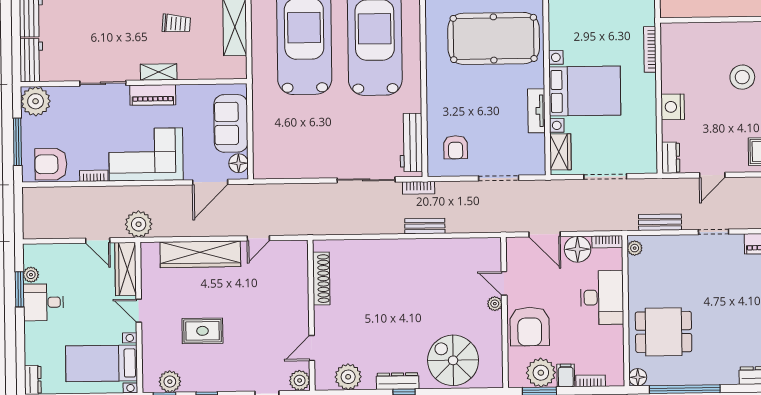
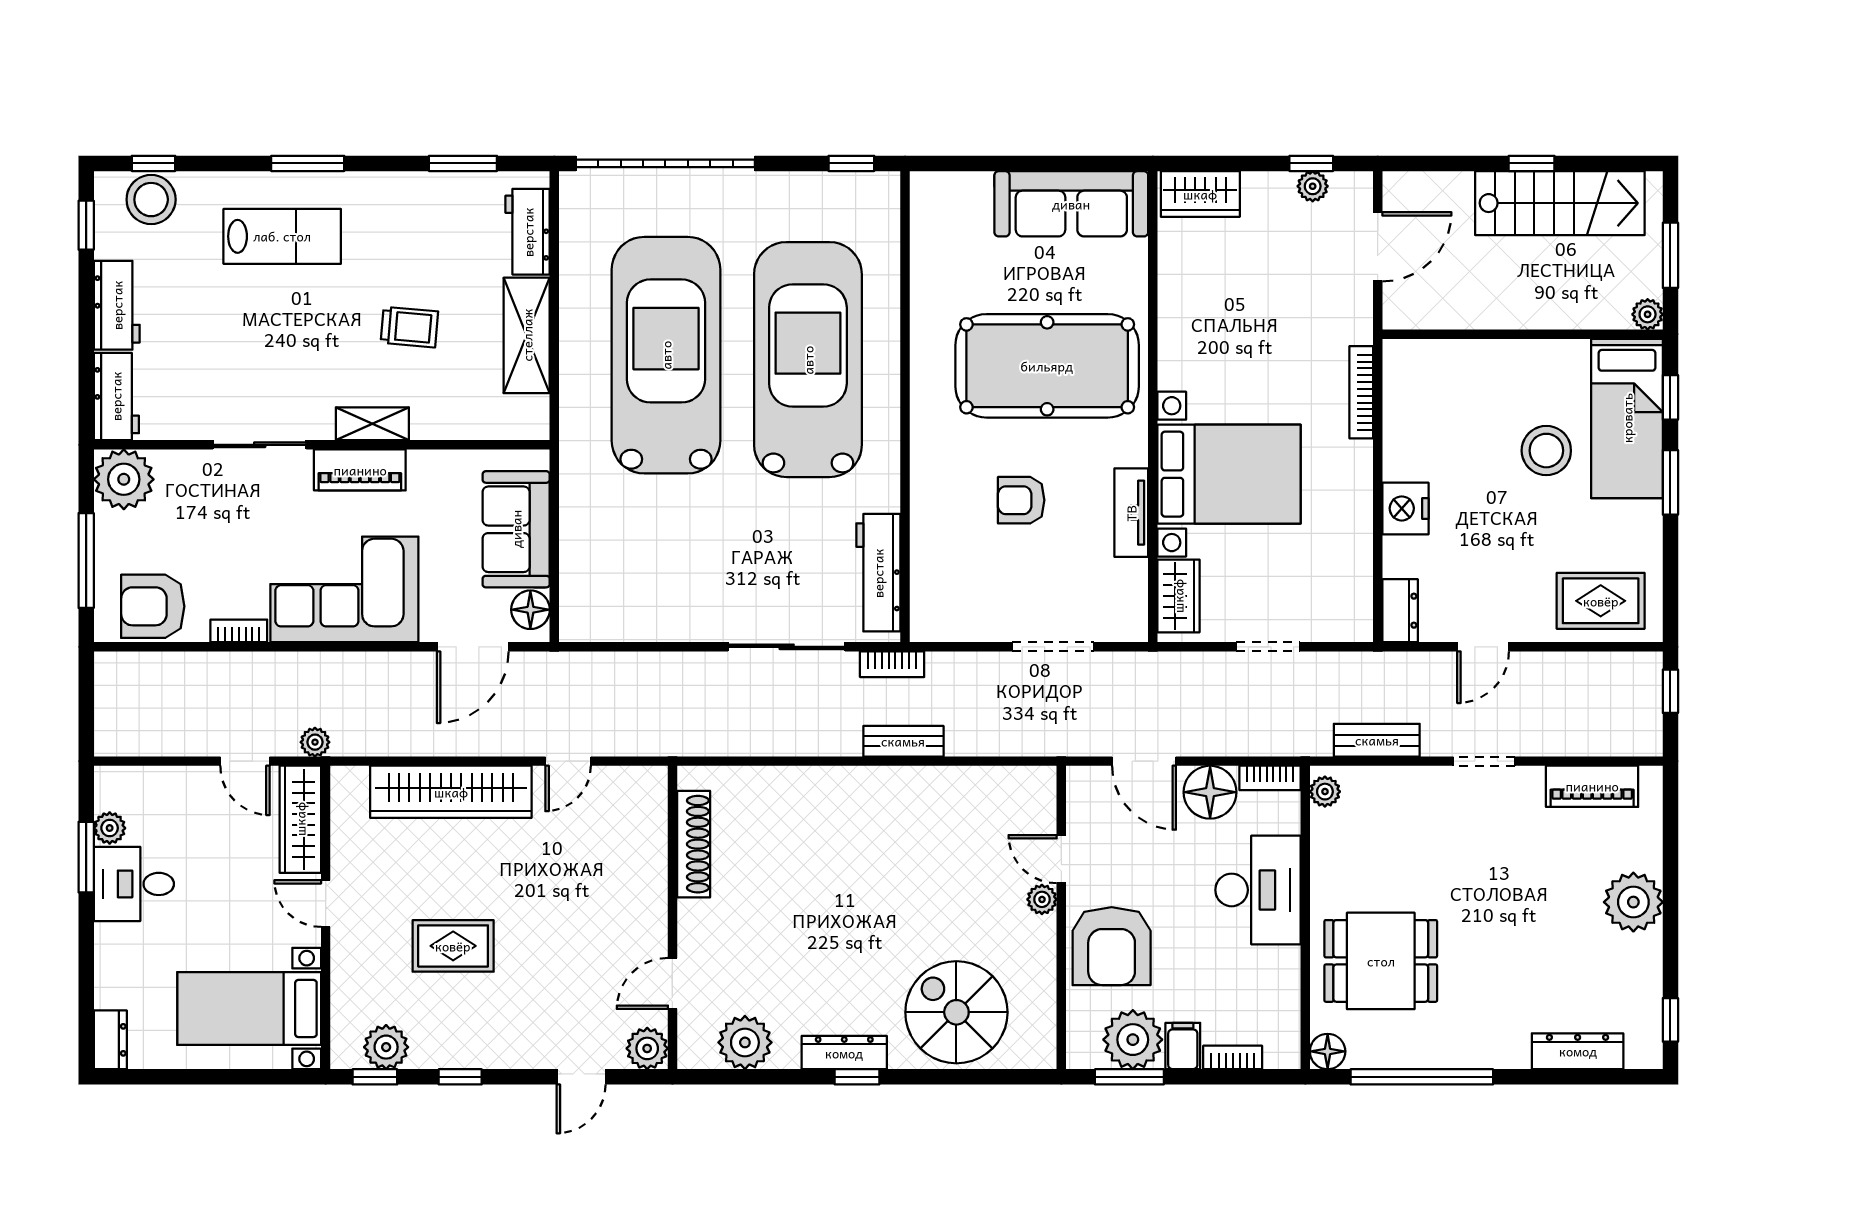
armchair: (456, 147) -> (1021, 500), moved, turned 90
doorway: (605, 177) -> (1268, 647), width x0.73
plant: (139, 224) -> (315, 742), width x0.53, depth x0.53

